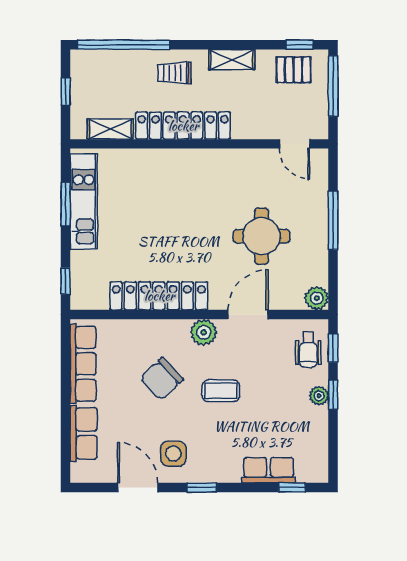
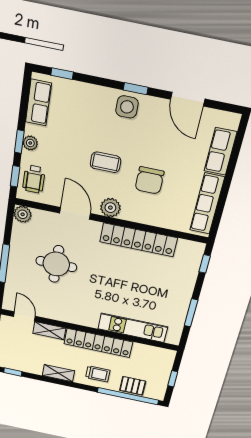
pallet: (294, 70) -> (133, 386), moved
shelving: (110, 129) -> (49, 331), moved
kitchen unit: (84, 202) -> (133, 328), moved, turned 90
door: (248, 315) -> (75, 213), swing flipped
wheelchair: (308, 350) -> (34, 179), turned 180
chair: (162, 379) -> (149, 180), turned 133
side table: (173, 454) -> (127, 107), moved
row of seats: (269, 470) -> (38, 103), moved, turned -90

